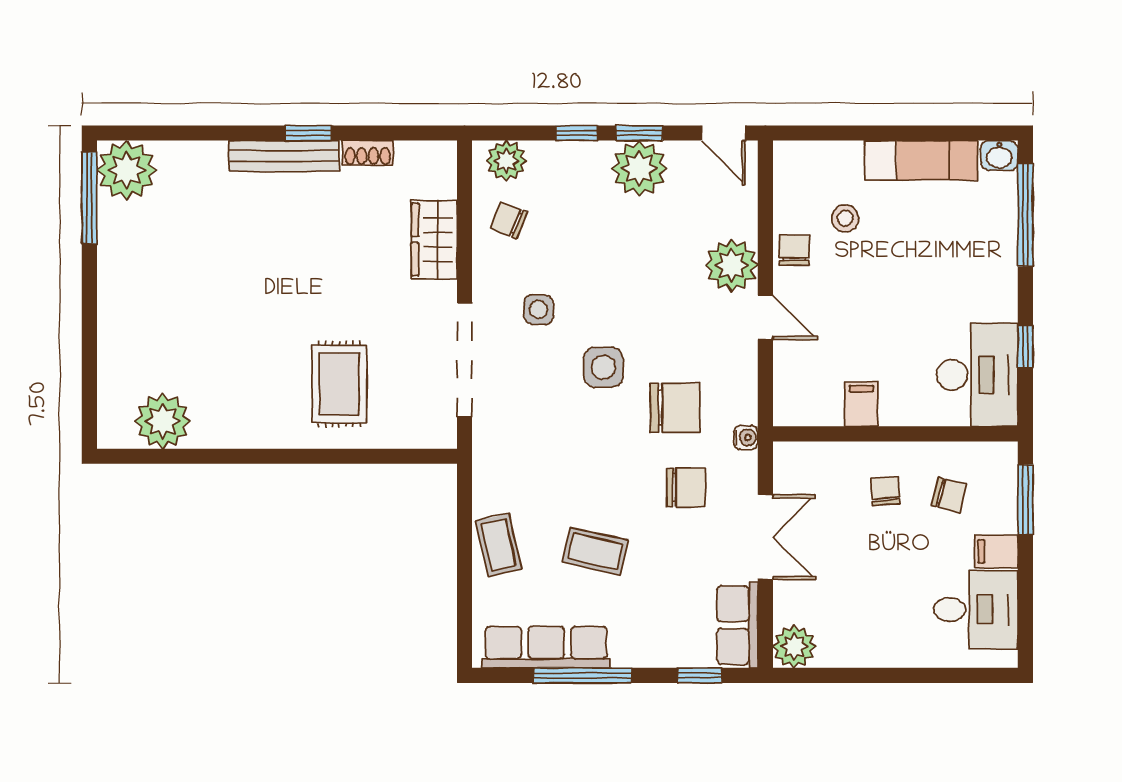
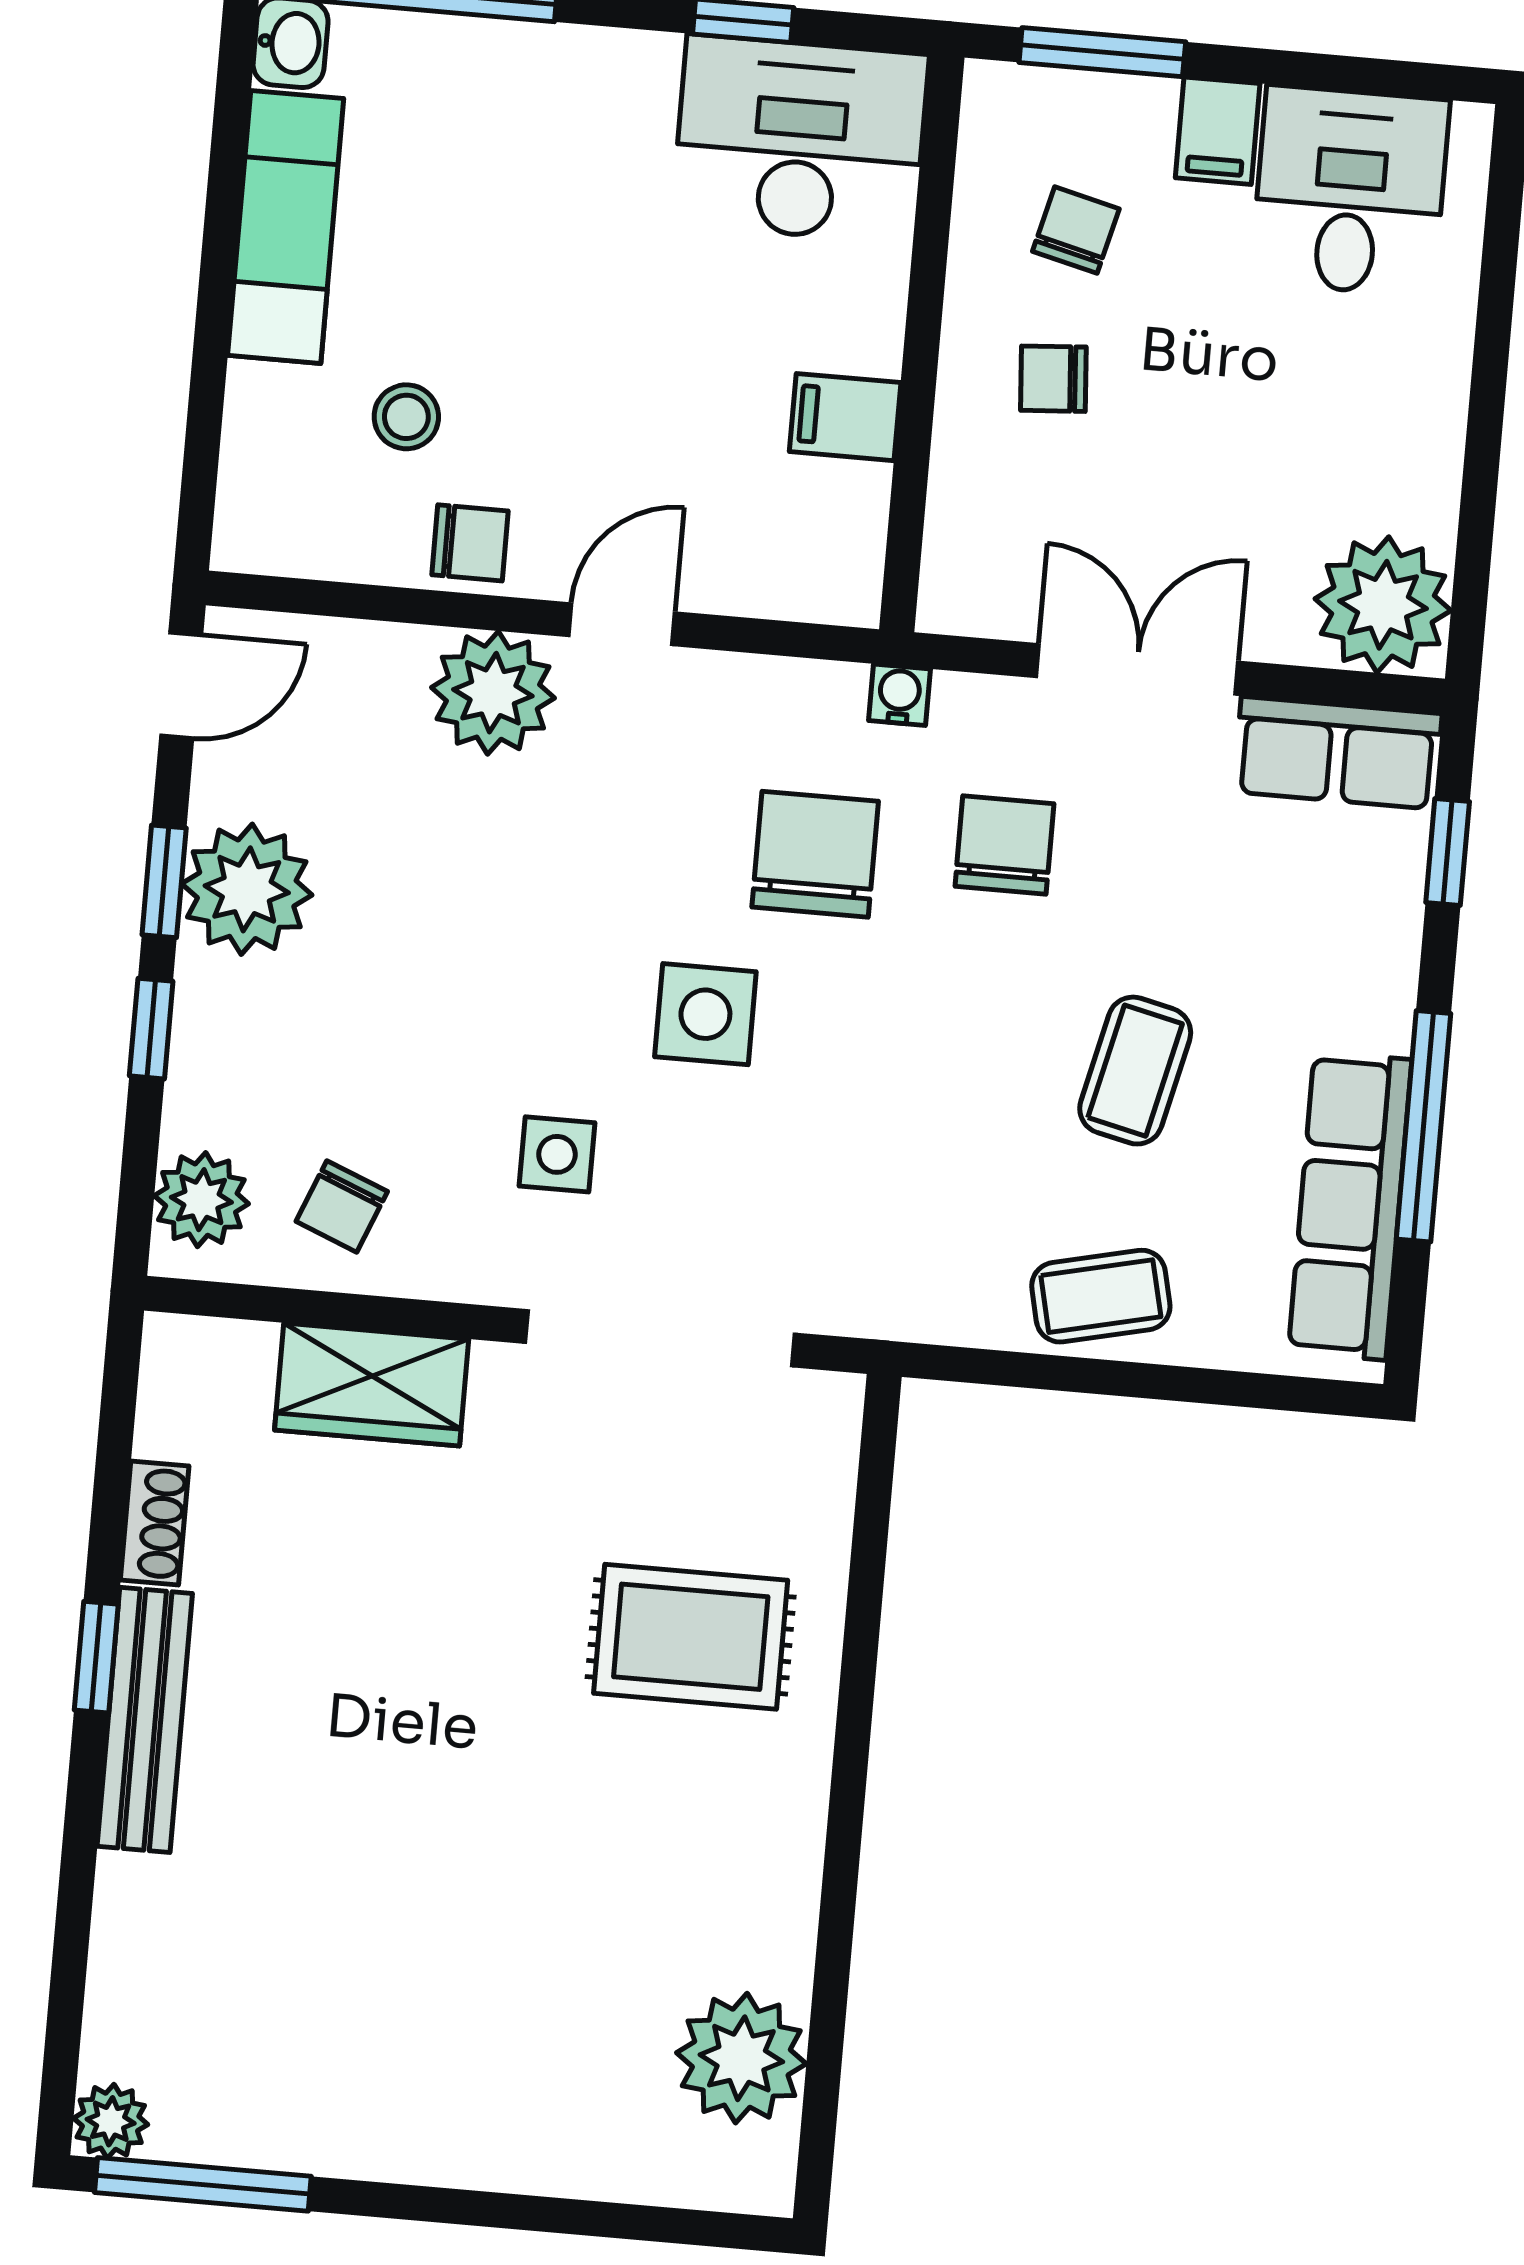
plant: (127, 170) -> (111, 2121), width x0.53, depth x0.53
chair: (794, 250) -> (470, 543), turned 180
plant: (794, 647) -> (1383, 605), width x1.36, depth x1.36

